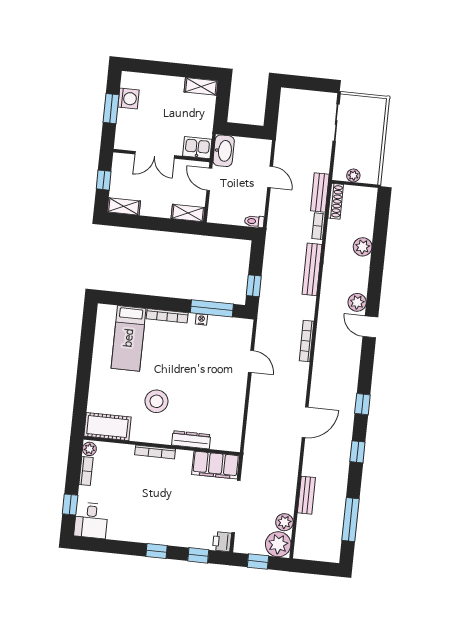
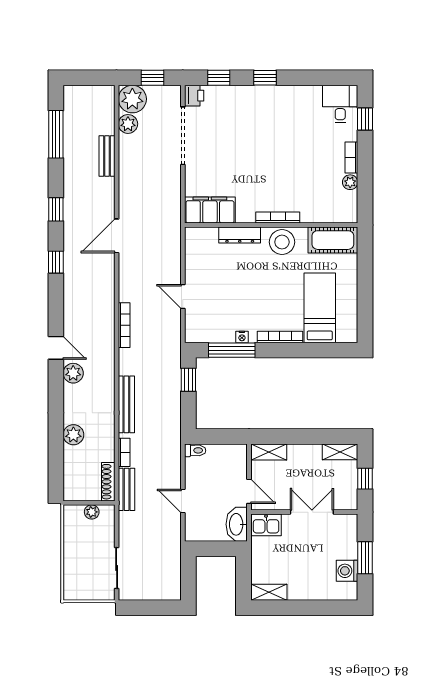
cot: (107, 427) -> (333, 240), moved
dresser: (191, 440) -> (240, 235), moved
wall: (162, 446) -> (271, 225), moved
bookcase: (155, 452) -> (278, 218), moved
filing cabinet: (216, 465) -> (210, 210), moved

